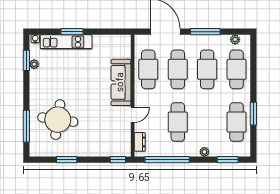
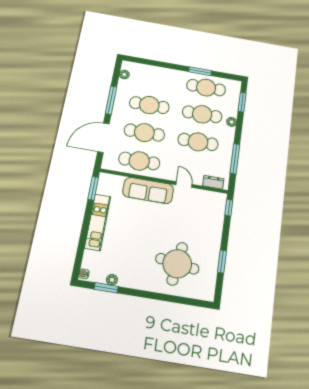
window: (72, 32) -> (93, 188), moved
kitchen unit: (66, 42) -> (98, 222), moved
cafe table: (237, 69) -> (202, 114), moved
window: (26, 126) -> (179, 300), removed
window: (167, 160) -> (235, 159), width x0.68

